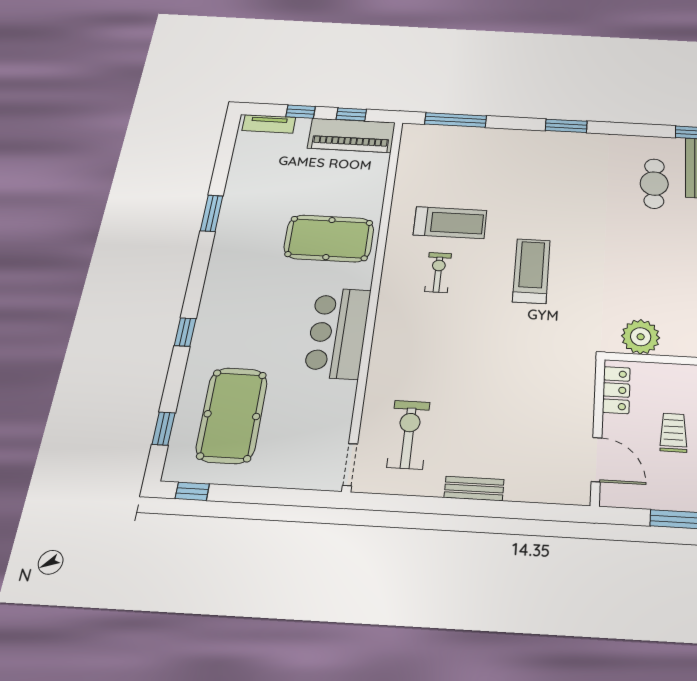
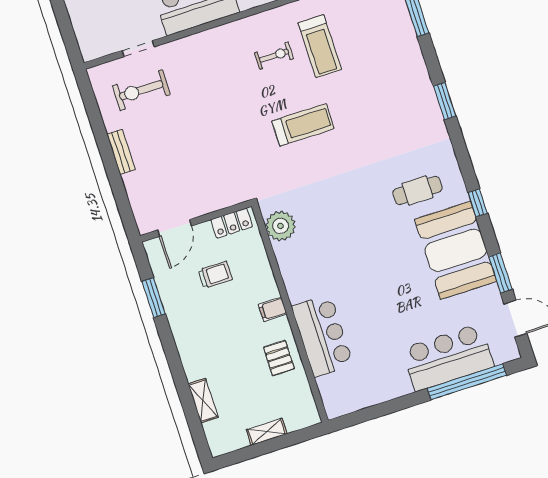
exercise bike: (409, 435) -> (141, 90), turned 180
doorway: (350, 465) -> (138, 49), moved

